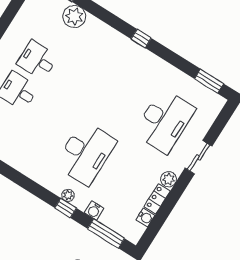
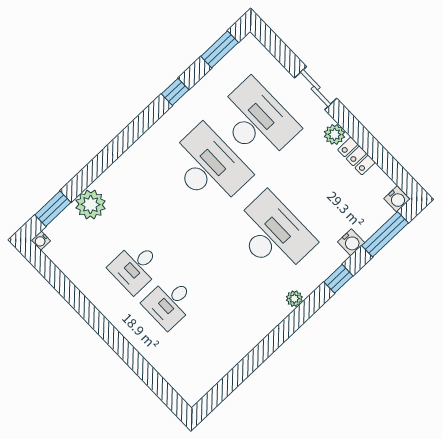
window: (141, 38) -> (175, 92), moved
desk: (123, 94) -> (209, 167), added
plant: (68, 195) -> (294, 299), moved
water cooler: (145, 217) -> (397, 199), moved, turned 90

